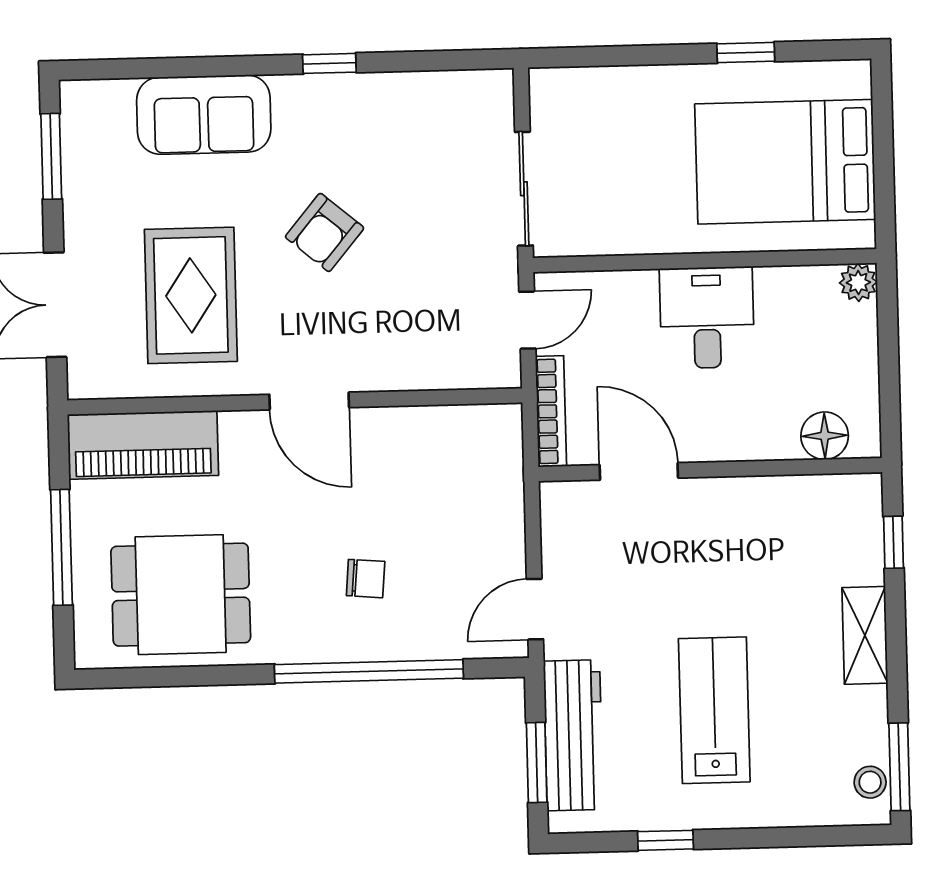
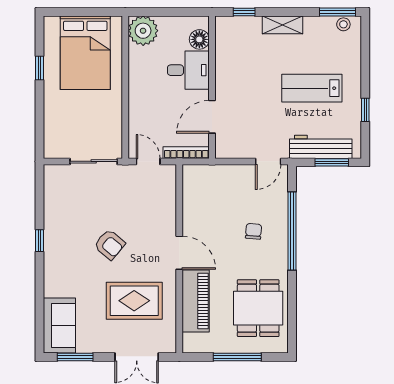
sofa: (204, 115) -> (59, 326), moved
plant: (858, 282) -> (143, 31), width x1.87, depth x1.87
desk: (707, 318) -> (188, 70), moved, turned 180
door: (309, 401) -> (179, 253), hinge flipped
piano: (143, 445) -> (196, 301), moved
door: (535, 609) -> (268, 161), hinge flipped

